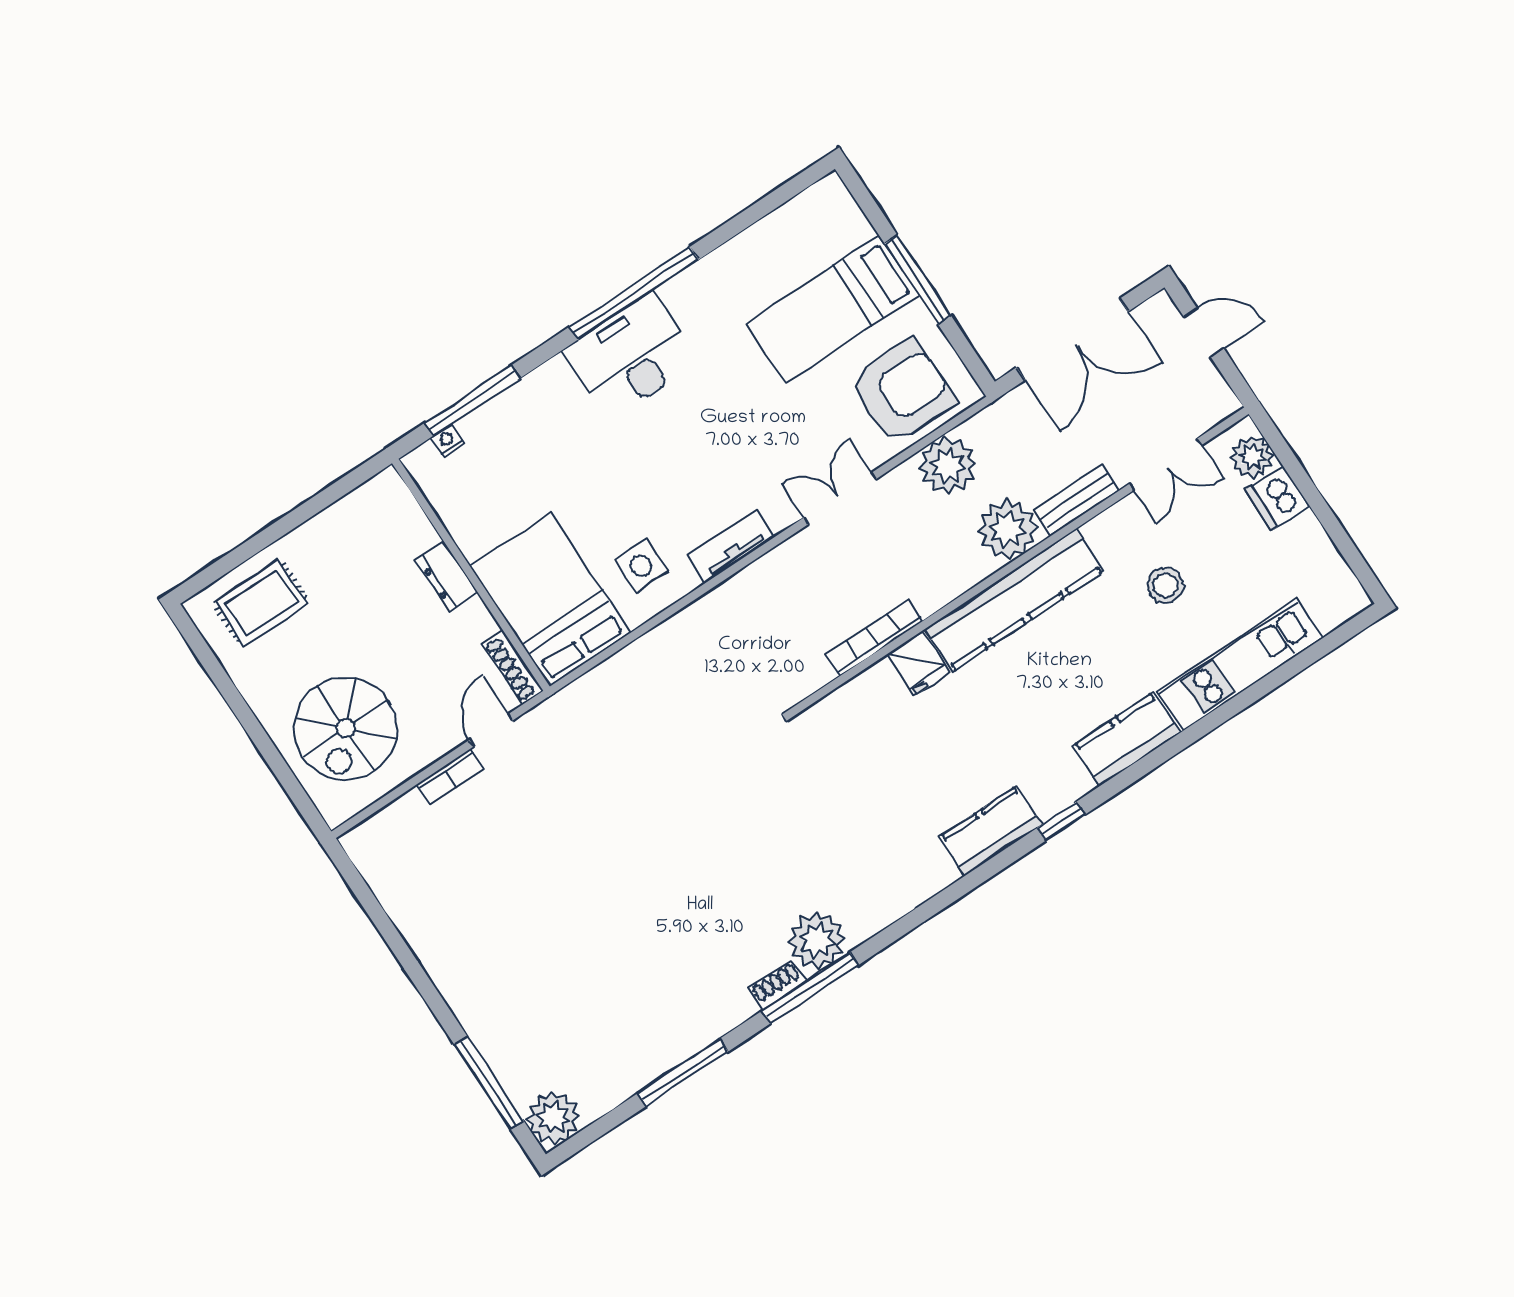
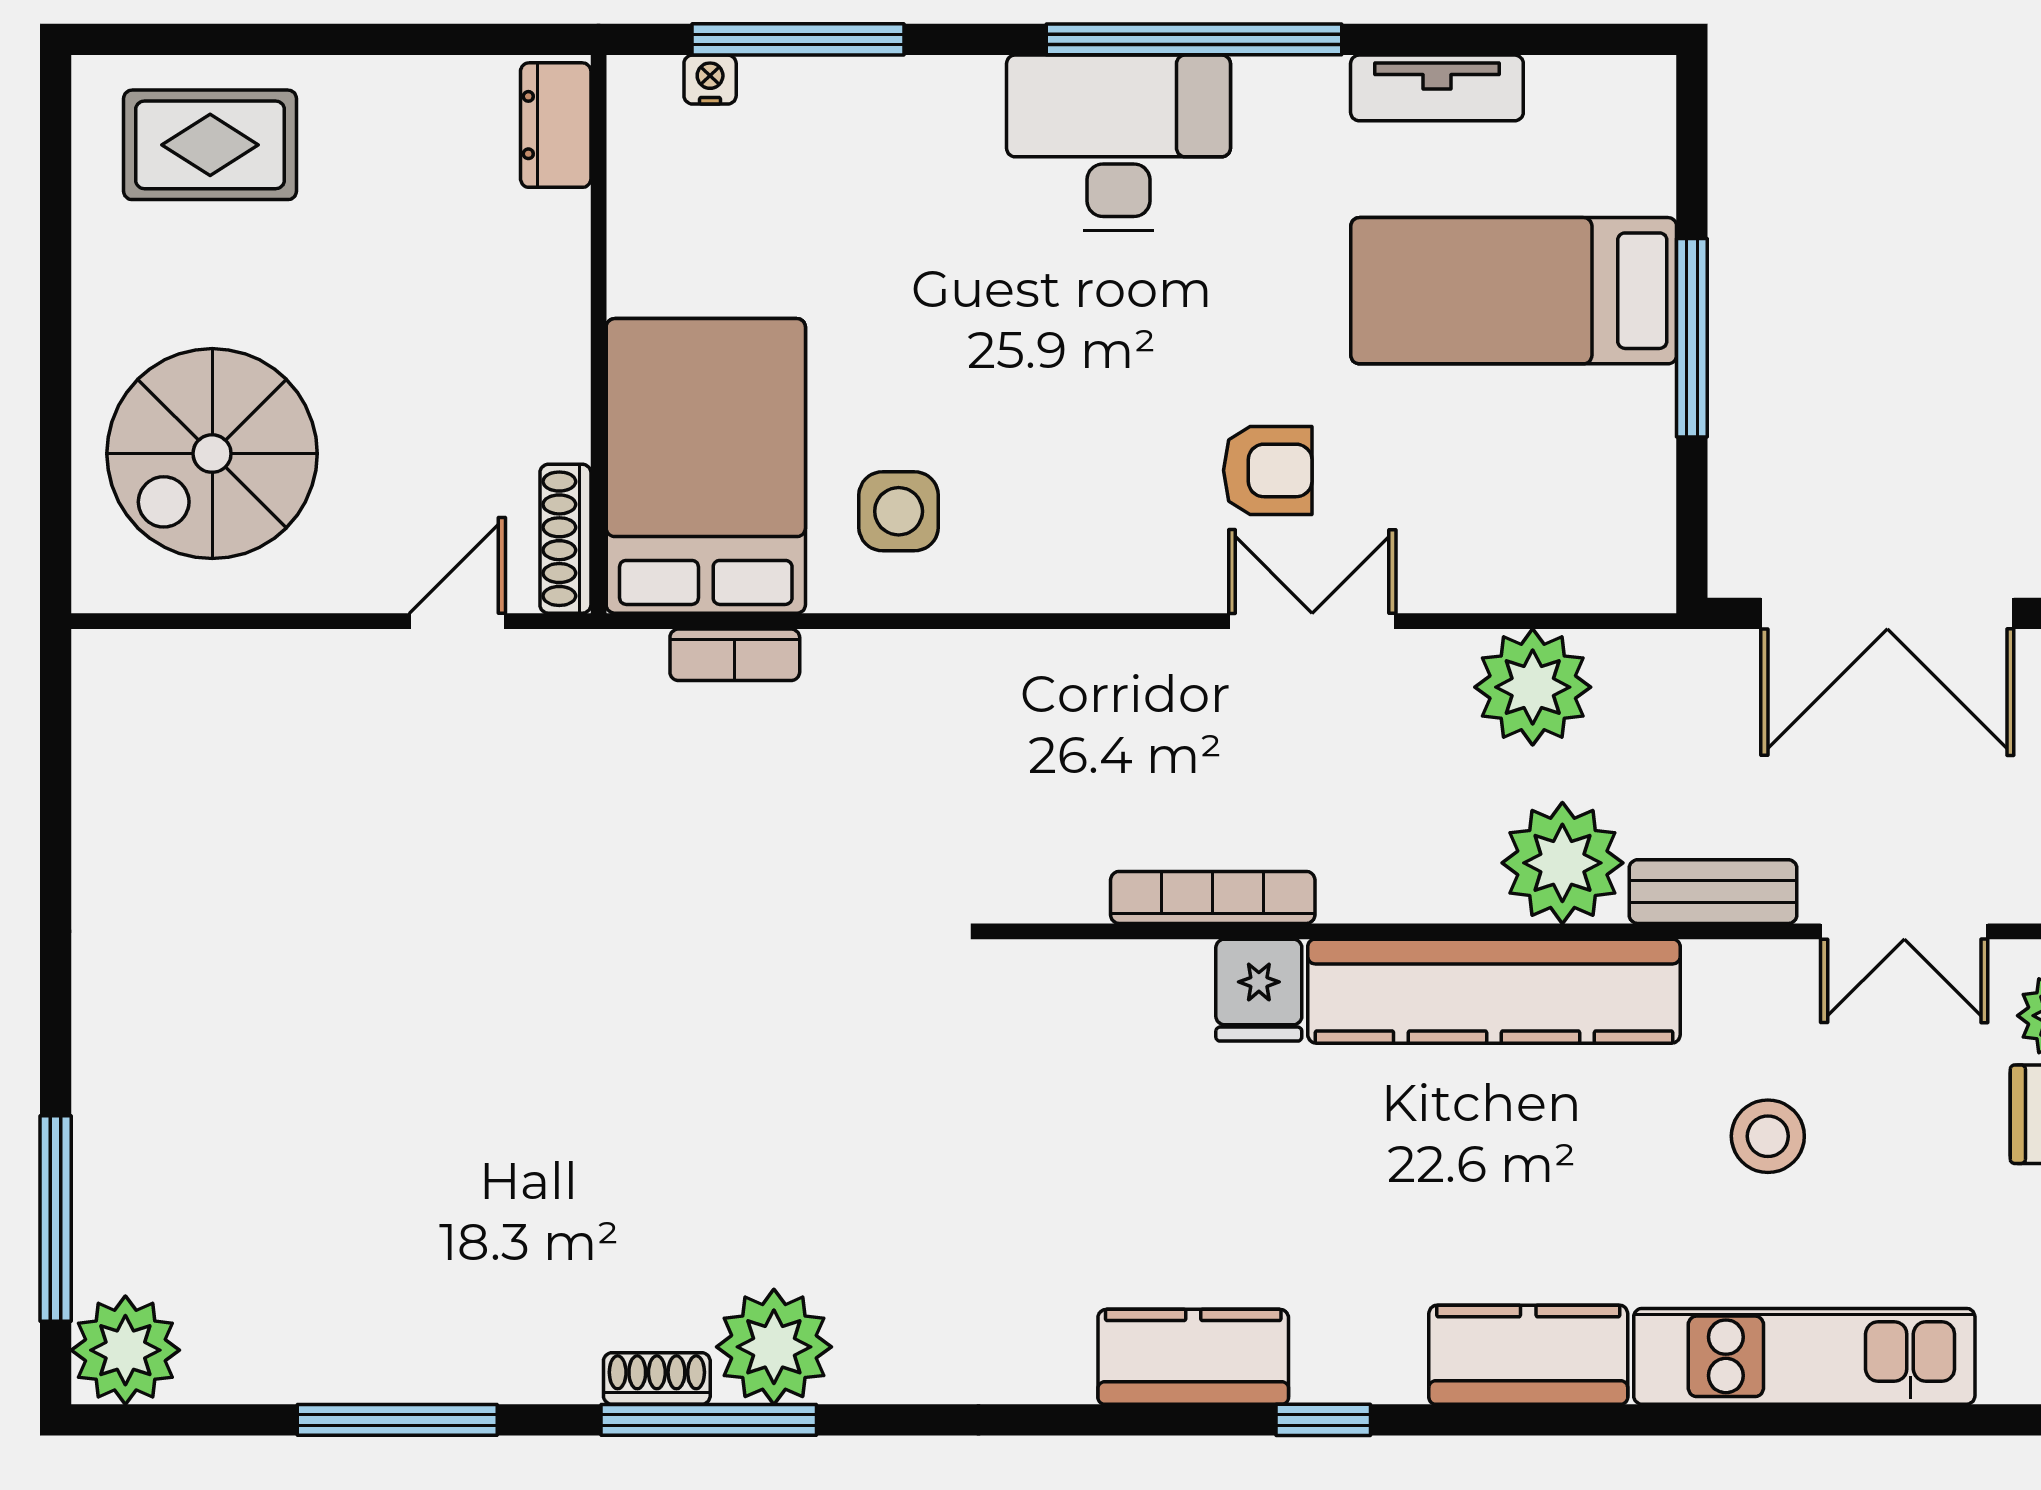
armchair: (902, 391) -> (1268, 470), moved, width x0.53, depth x0.53
tv unit: (731, 547) -> (1437, 88), moved, turned 180
dresser: (447, 576) -> (556, 125), moved
bookcase: (450, 777) -> (735, 655), moved

